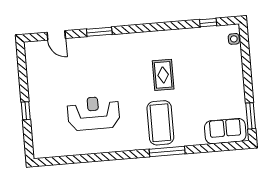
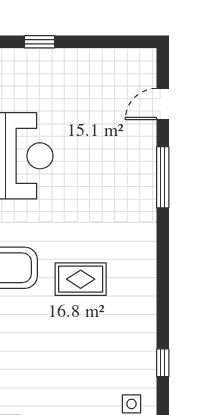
window: (99, 32) -> (163, 177), width x1.44

